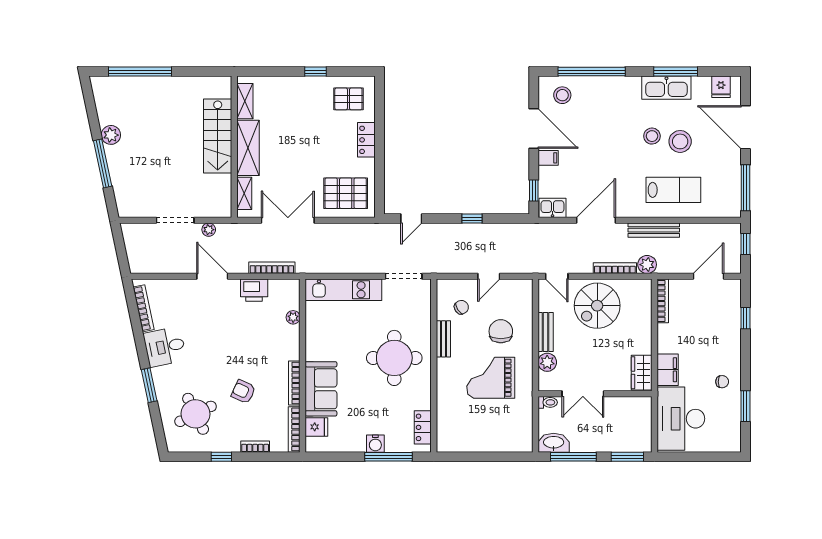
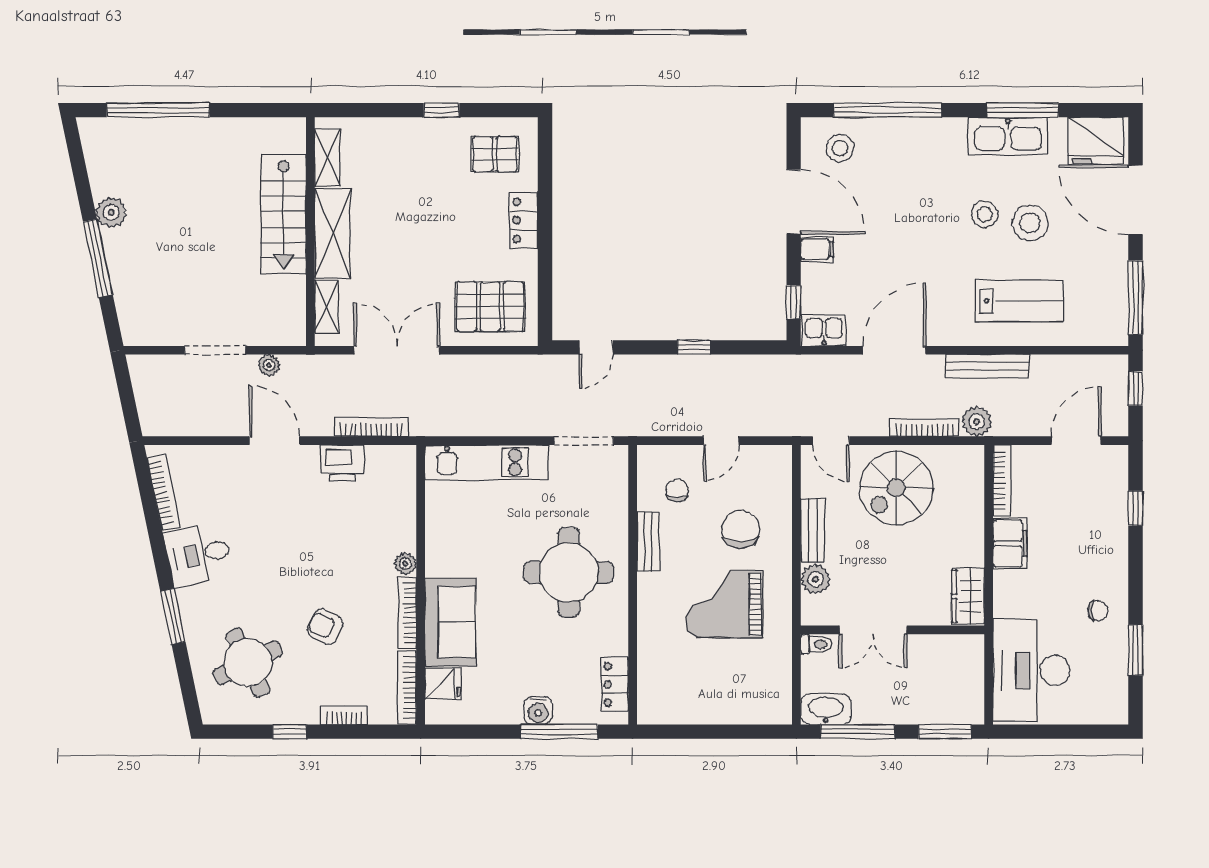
fridge: (721, 87) -> (1096, 141), width x1.88, depth x1.34
chair: (461, 307) -> (677, 490), turned -54
plant: (293, 317) -> (405, 564), moved
filing cabinet: (668, 370) -> (1010, 544), moved

